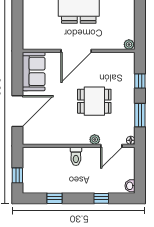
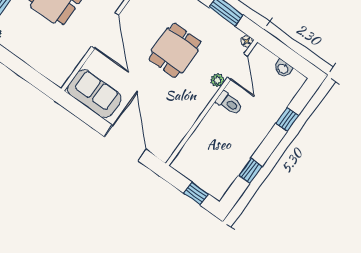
toilet: (76, 156) -> (229, 103), moved
washbasin: (130, 186) -> (283, 68), moved

